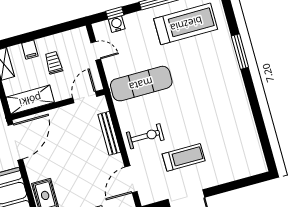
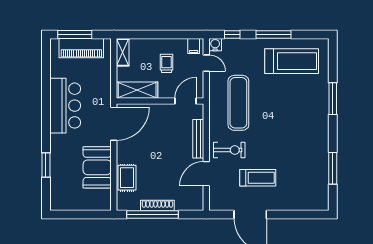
water cooler: (117, 24) -> (215, 45), moved
filing cabinet: (30, 50) -> (194, 46), moved
exercise mat: (141, 84) -> (238, 103), turned 90
window: (260, 125) -> (333, 168), added
door: (131, 179) -> (206, 174), moved

